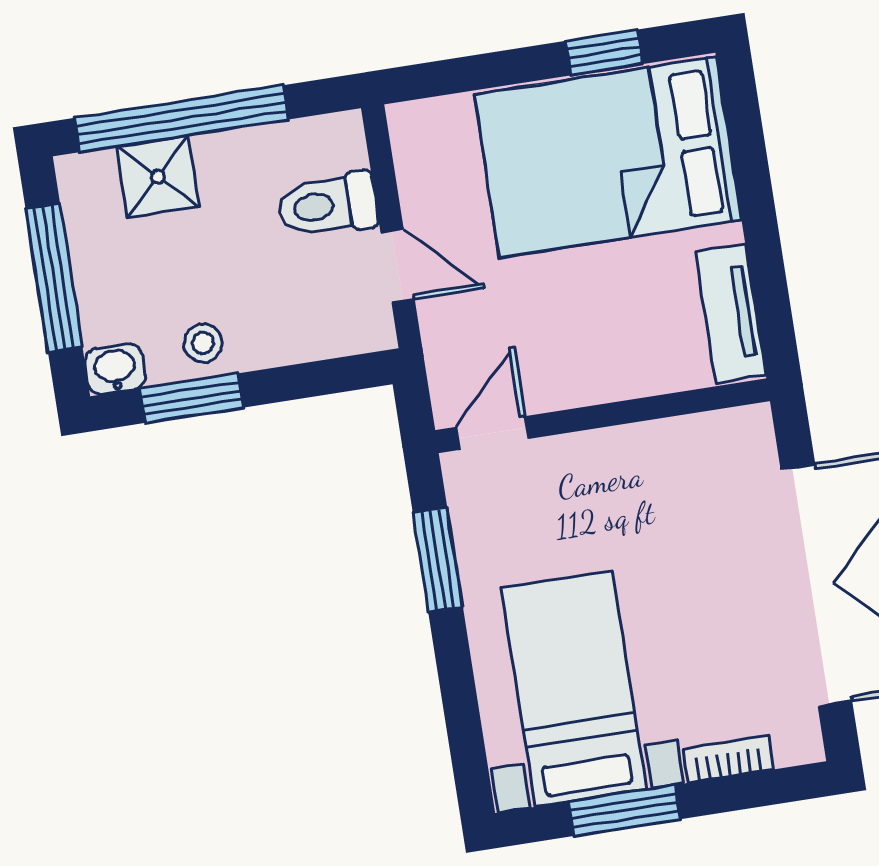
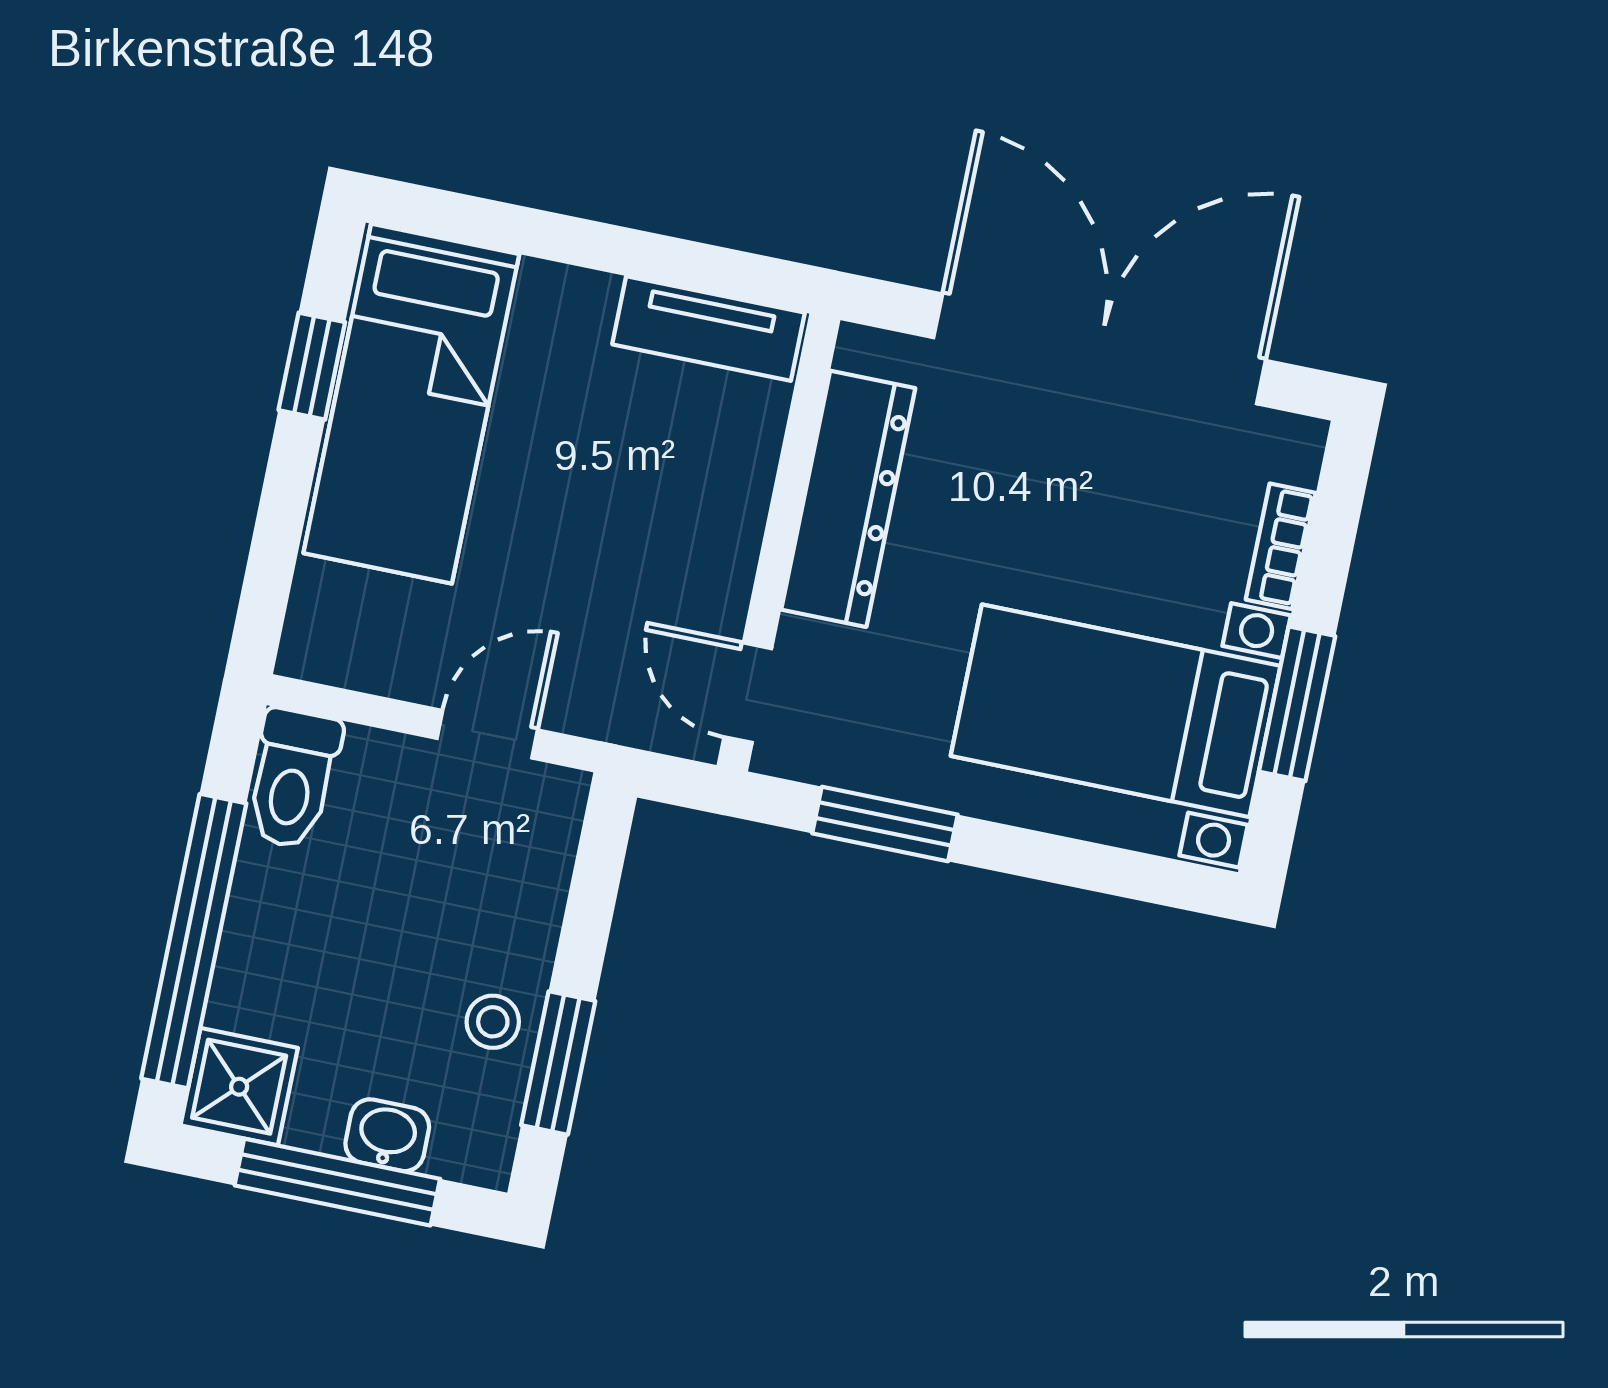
bed: (608, 157) -> (411, 404), width x0.67
shower: (158, 177) -> (239, 1087), moved
toilet: (327, 205) -> (293, 779), moved
washbasin: (115, 369) -> (387, 1135), moved, turned 90
dresser: (650, 452) -> (848, 499), added

